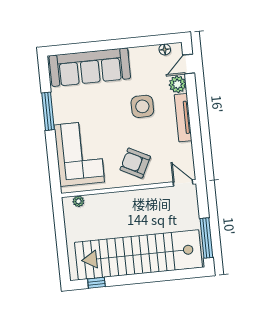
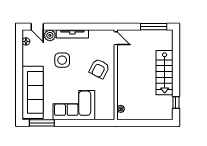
window: (48, 111) -> (42, 123), moved
corner sofa: (79, 154) -> (74, 105), moved
door: (183, 183) -> (116, 38), swing flipped
stairs: (139, 255) -> (165, 73), width x0.54, depth x0.66

